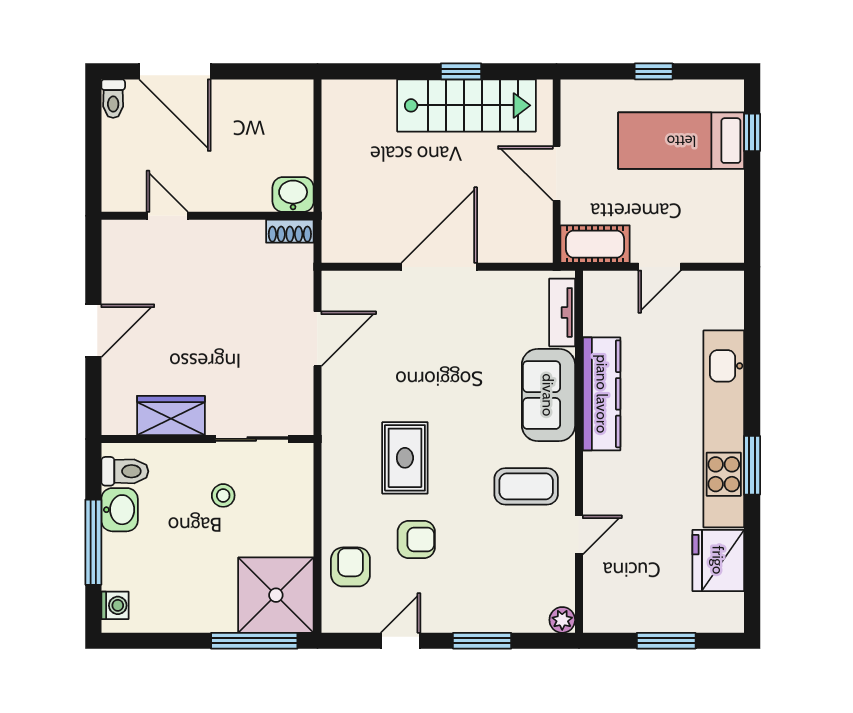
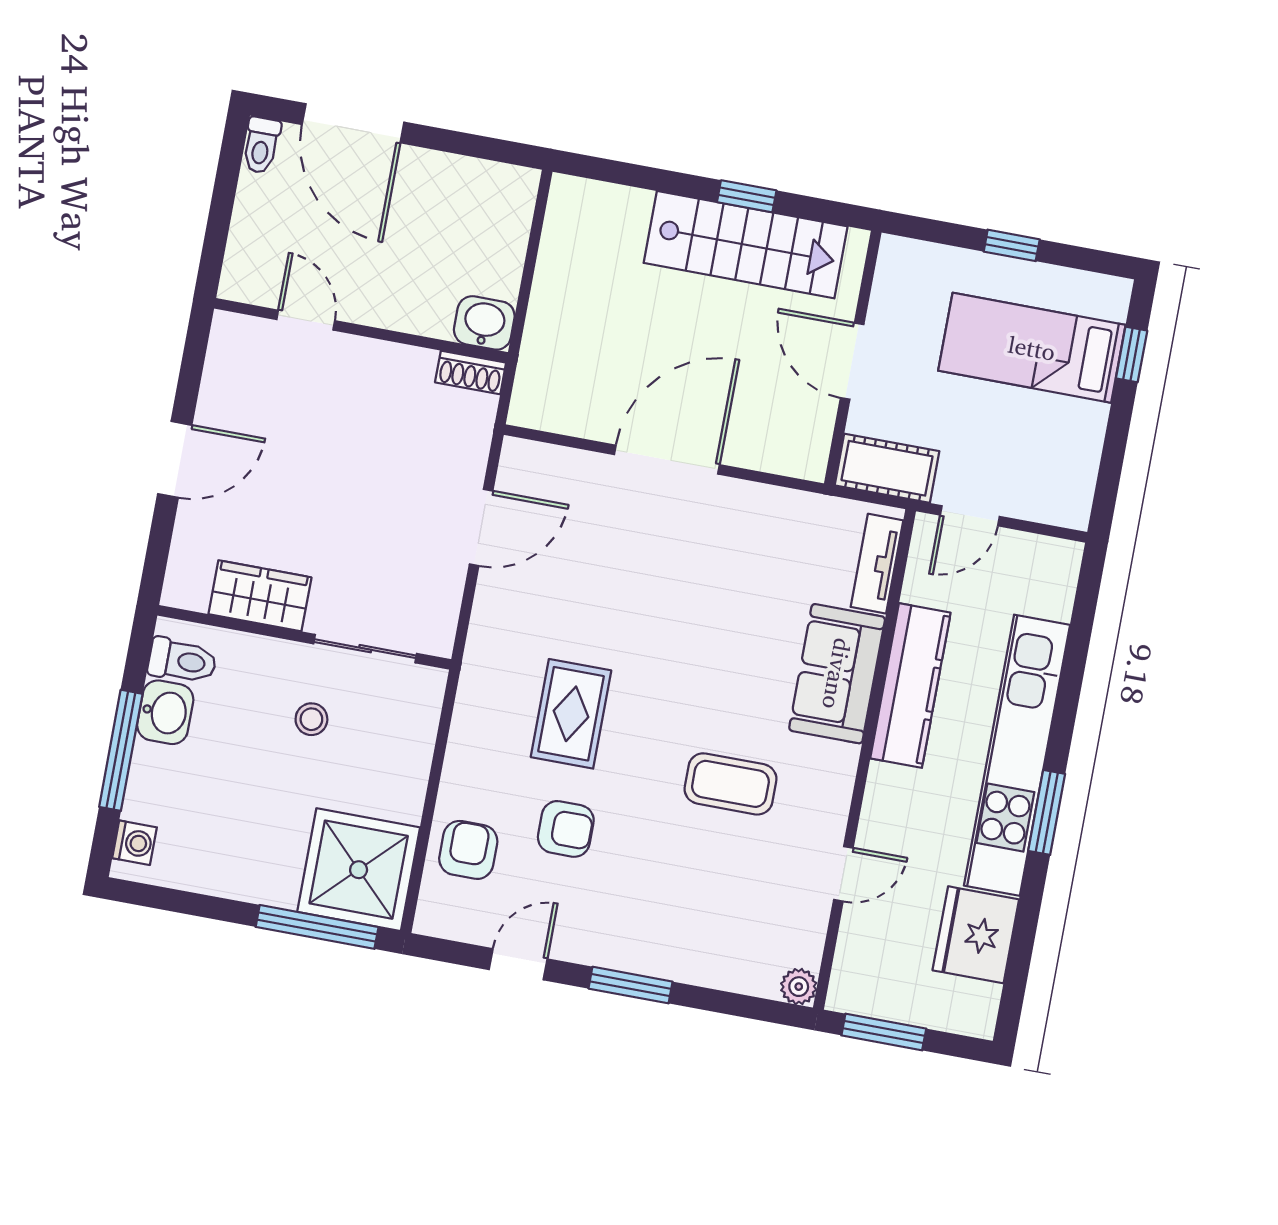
tv unit: (562, 312) -> (877, 564), moved
kitchen counter: (602, 394) -> (910, 686), moved
sofa: (548, 395) -> (837, 674), moved
wall: (579, 452) -> (865, 759), moved
door: (579, 535) -> (843, 874), moved
plant: (562, 620) -> (799, 987), moved

